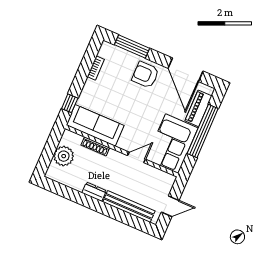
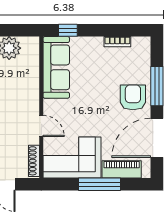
window: (132, 47) -> (157, 86), moved
window: (203, 131) -> (100, 184), width x0.68
shoe rack: (95, 146) -> (34, 161), moved

